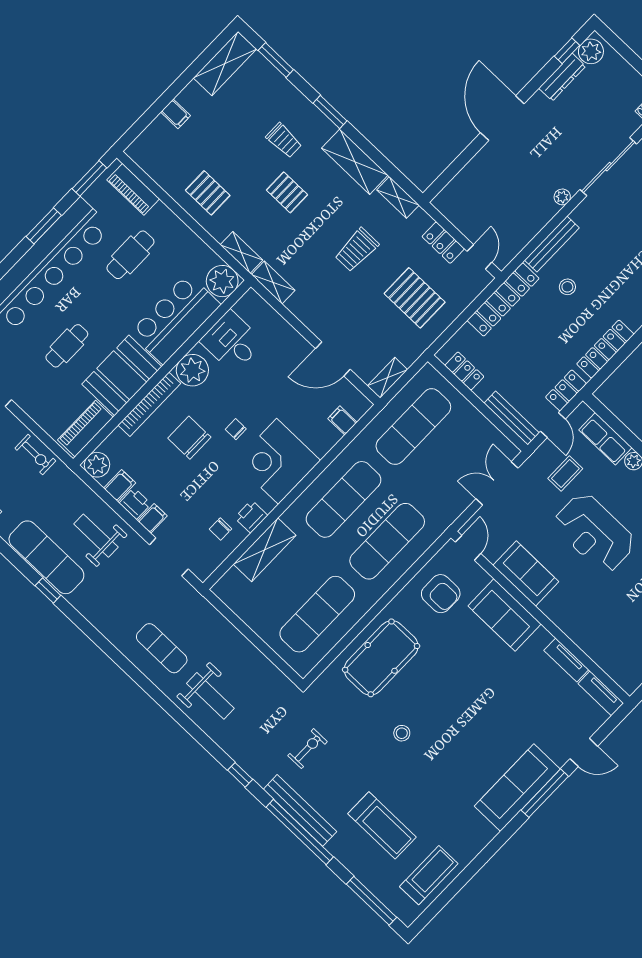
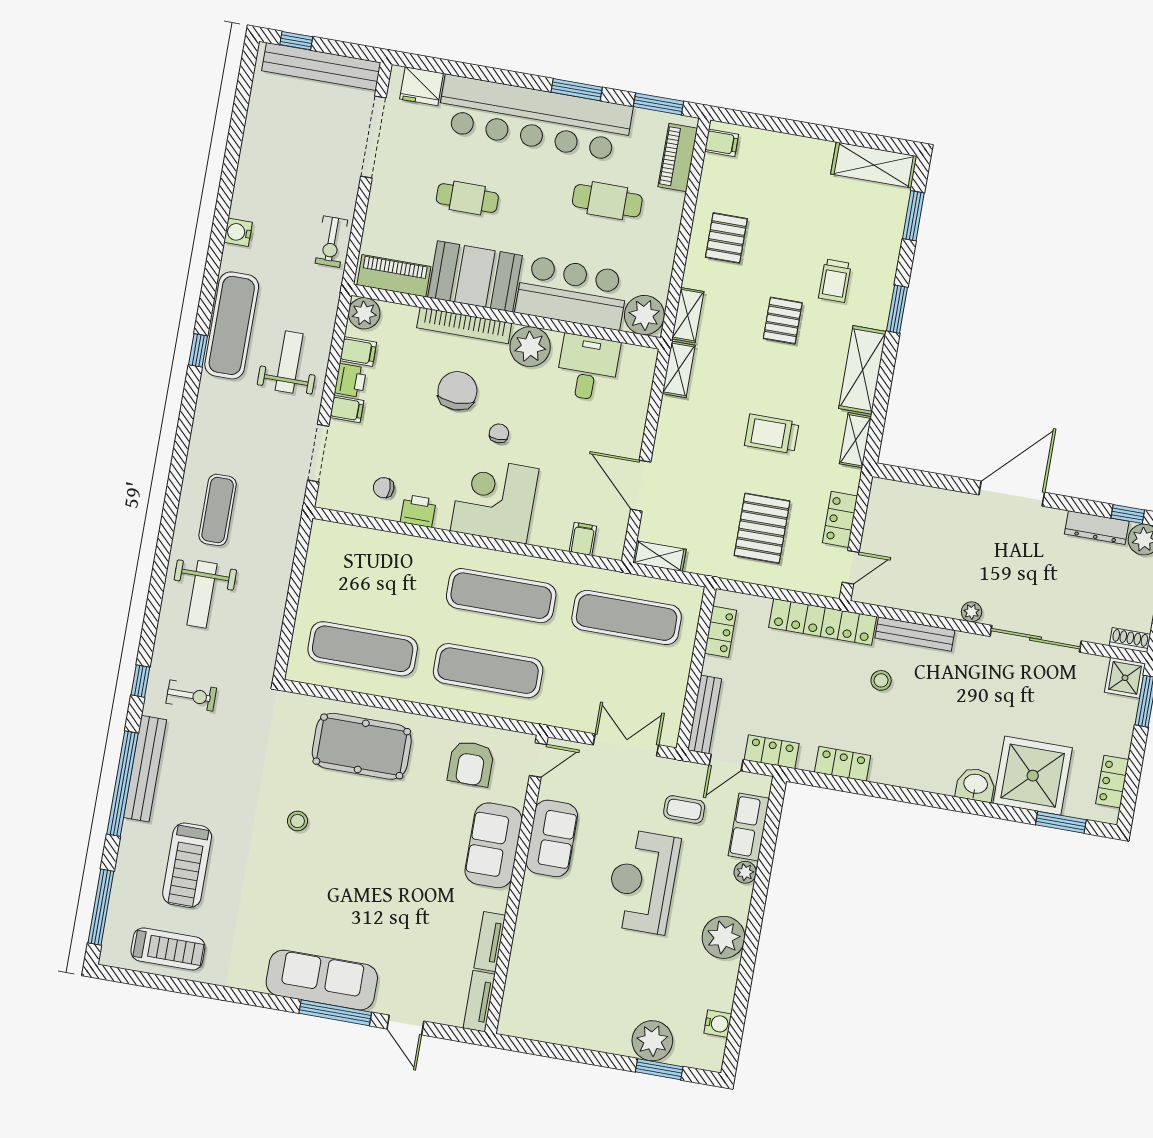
filing cabinet: (176, 114) -> (722, 143), moved, turned -90
locker: (605, 349) -> (843, 764), width x0.66
shelving: (265, 550) -> (393, 548), removed
exercise bike: (308, 749) -> (191, 696), moved

